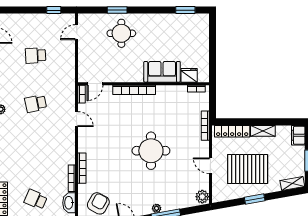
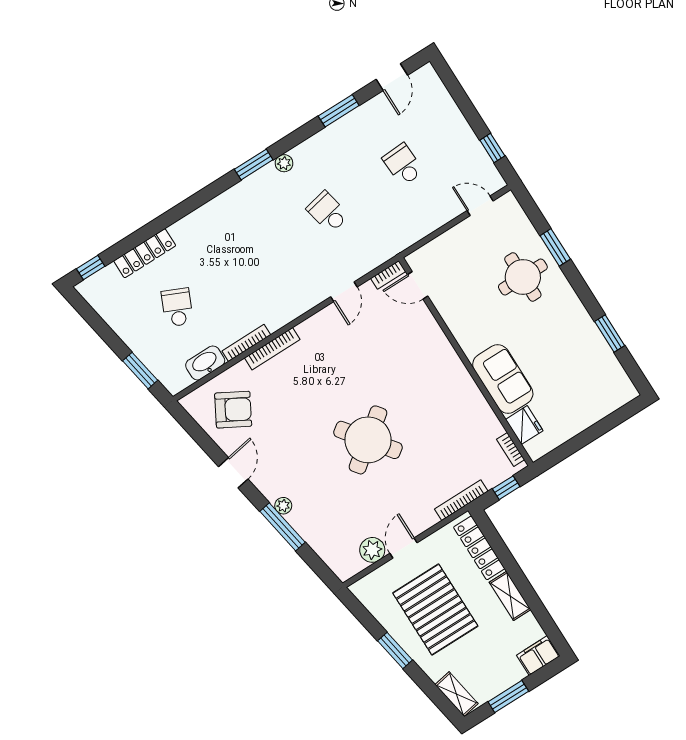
window: (185, 10) -> (610, 334), moved
bookcase: (134, 90) -> (447, 353), removed
window: (212, 102) -> (506, 488), added
round table: (151, 151) -> (368, 440), turned -37
plant: (202, 197) -> (372, 550), moved

